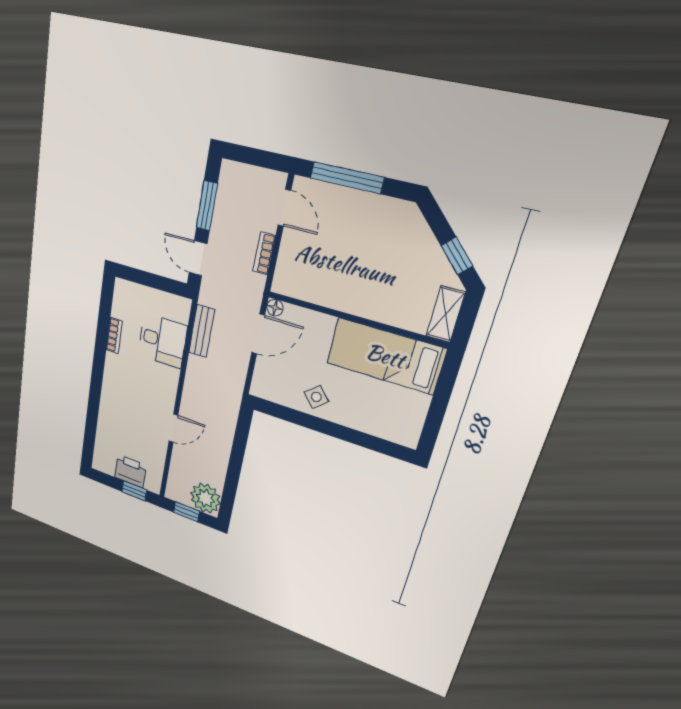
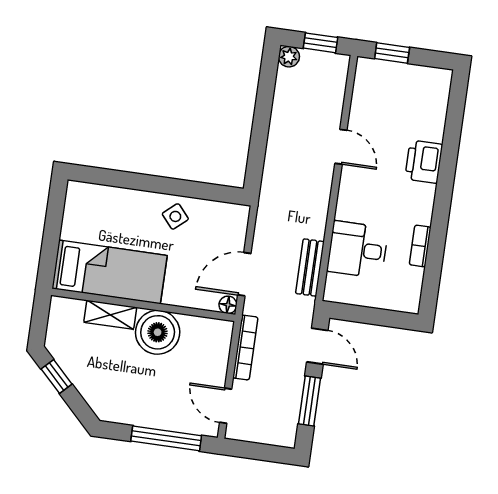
bookcase: (264, 253) -> (245, 348), width x1.56
boiler: (344, 290) -> (158, 332), added
shelving: (446, 314) -> (110, 315), moved, turned 90
door: (173, 428) -> (341, 147), swing flipped
printer: (130, 471) -> (424, 162), moved, turned 90
plant: (205, 498) -> (289, 57), width x0.53, depth x0.53

